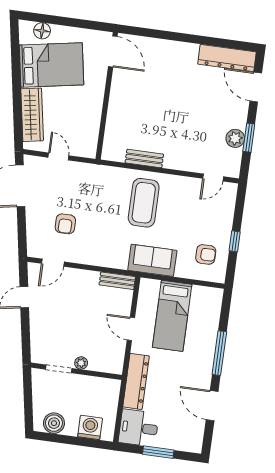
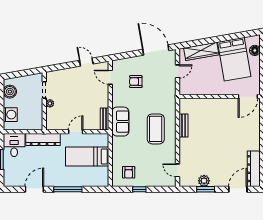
coffee table: (144, 203) -> (156, 129), turned 90
sofa: (152, 260) -> (120, 122), moved

